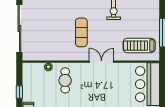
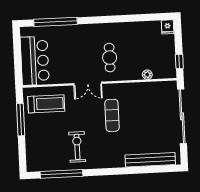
cafe table: (65, 80) -> (110, 58), moved
window: (19, 92) -> (179, 61), moved

